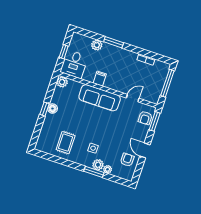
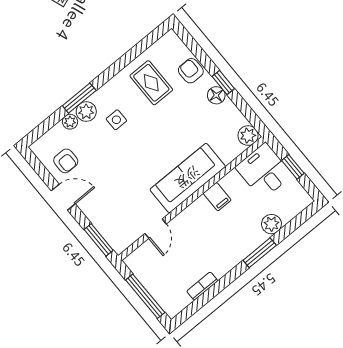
armchair: (145, 118) -> (191, 71), moved

